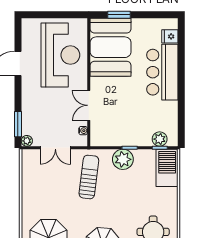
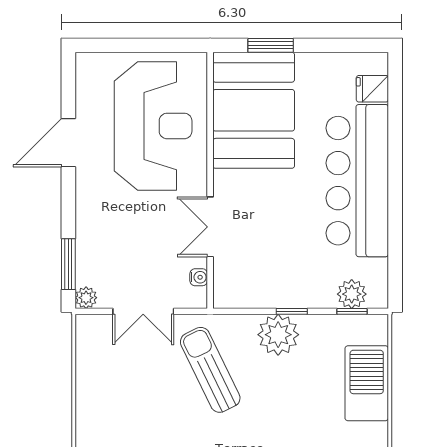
bar counter: (162, 72) -> (357, 181), width x1.36
barbecue: (167, 168) -> (367, 383), moved
sun lounger: (89, 177) -> (210, 370), turned -33

